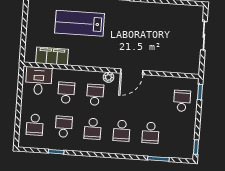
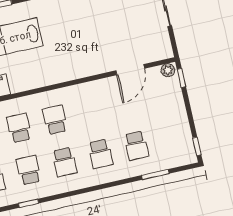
door: (132, 72) -> (130, 70), moved
plant: (108, 77) -> (168, 70), moved
school desk: (182, 101) -> (163, 95), removed

